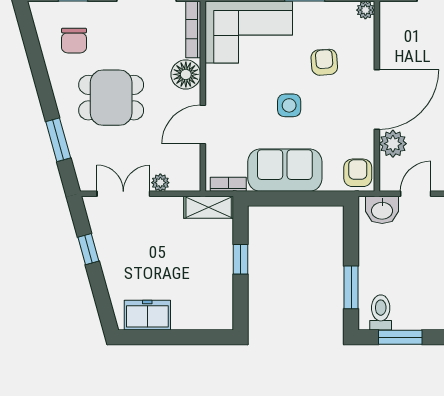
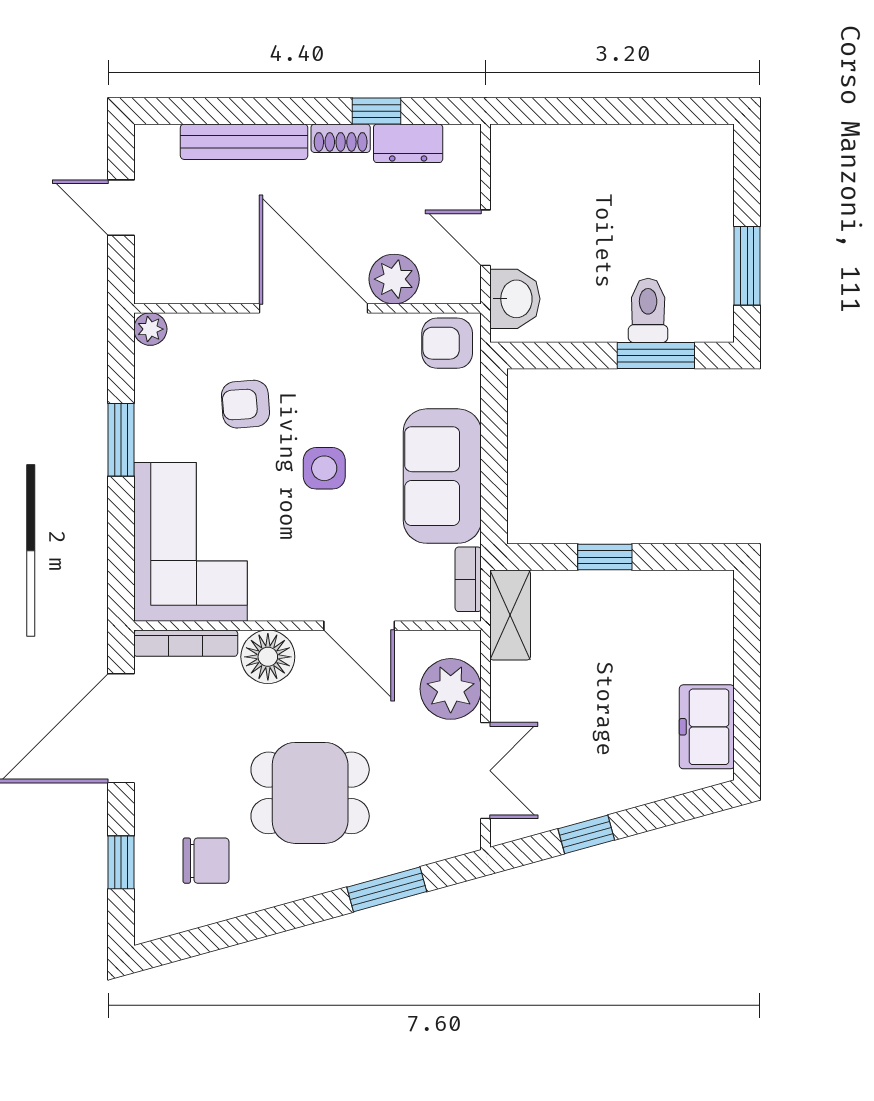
dining table: (111, 98) -> (310, 793), turned 90
plant: (160, 183) -> (451, 689), width x1.87, depth x1.87
double door: (123, 194) -> (485, 771), swing flipped
toilet: (381, 313) -> (648, 310), moved, turned 90

